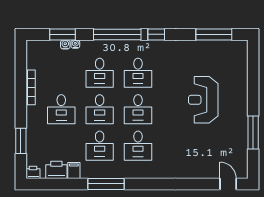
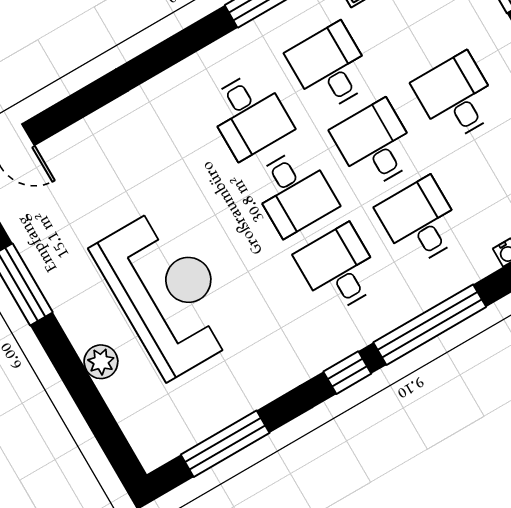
plant: (241, 89) -> (101, 362), added
reception desk: (203, 100) -> (167, 292), width x1.36, depth x1.30
desk: (138, 109) -> (294, 192), turned 180
desk: (138, 146) -> (249, 115), turned 180

